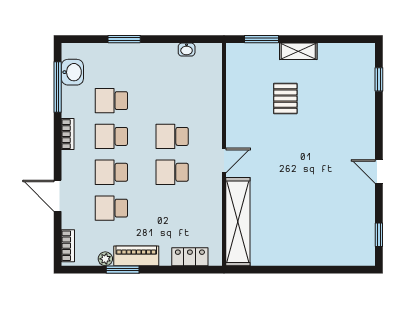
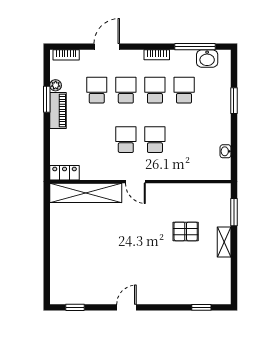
locker: (190, 257) -> (65, 173), moved, turned -90

